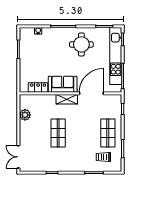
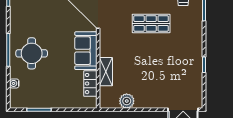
round table: (81, 44) -> (32, 53), moved
shelving: (67, 99) -> (106, 72), moved
shop shelf: (58, 133) -> (151, 23), moved

